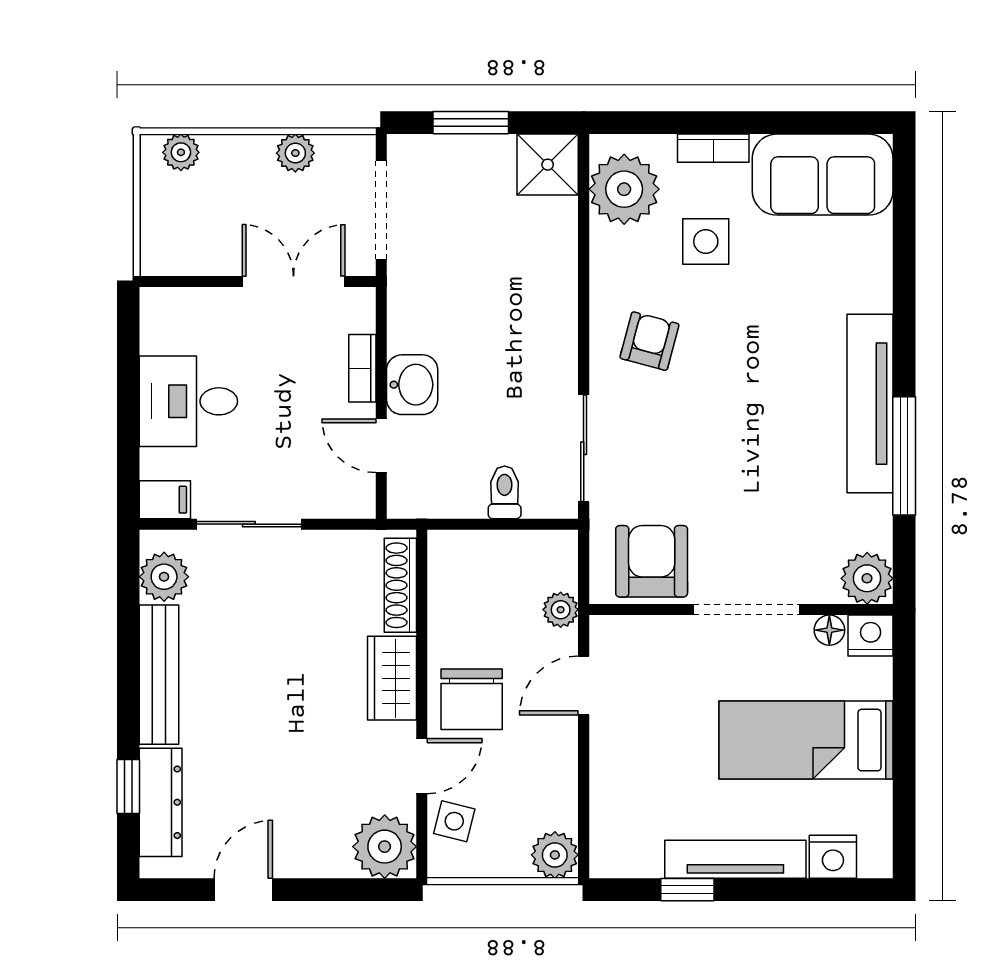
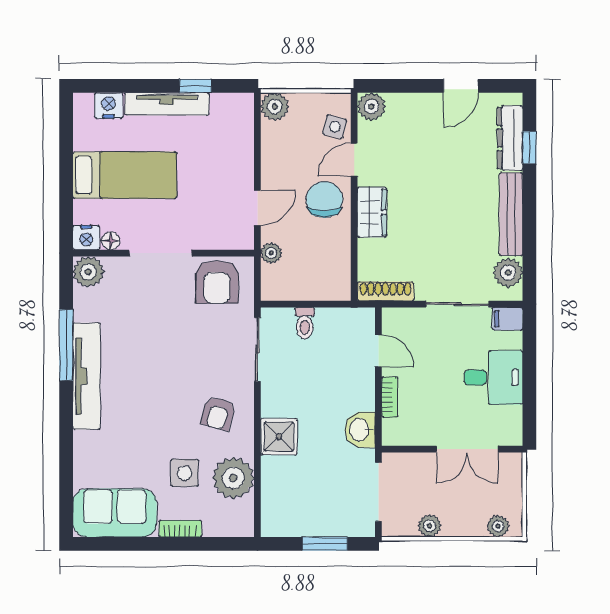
shower: (548, 165) -> (279, 437), moved
plant: (624, 189) -> (233, 478), moved
double door: (294, 281) -> (467, 449), moved
washbasin: (412, 385) -> (360, 430), moved
shoe rack: (400, 585) -> (386, 291), moved, turned -90
plant: (385, 847) -> (371, 106), width x0.73, depth x0.73

